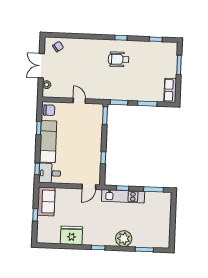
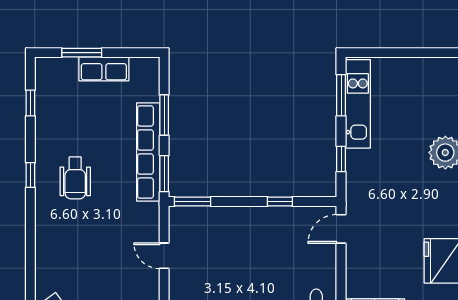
row of seats: (170, 90) -> (104, 69), moved
row of seats: (130, 95) -> (148, 152), added
door: (79, 101) -> (164, 256), hinge flipped
door: (89, 187) -> (341, 229), swing flipped
kitchen unit: (123, 196) -> (358, 104), moved

